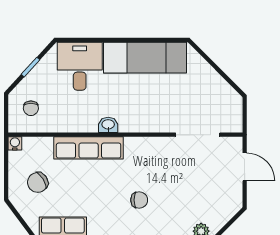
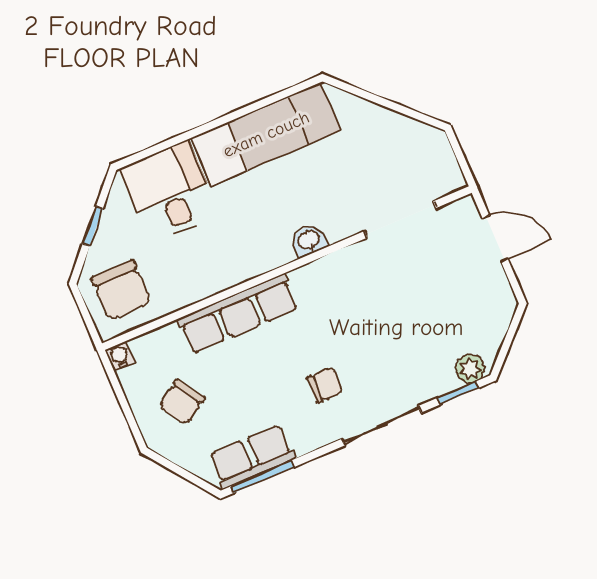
chair: (31, 108) -> (121, 290), width x1.87, depth x1.87
washbasin: (108, 125) -> (309, 240), moved
chair: (139, 200) -> (325, 385), moved

